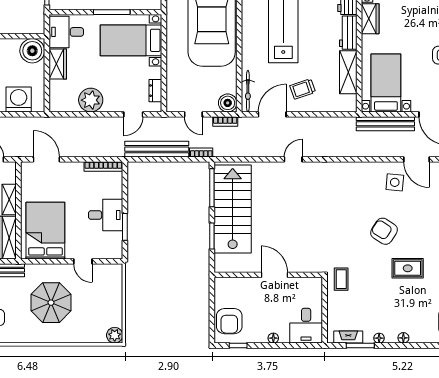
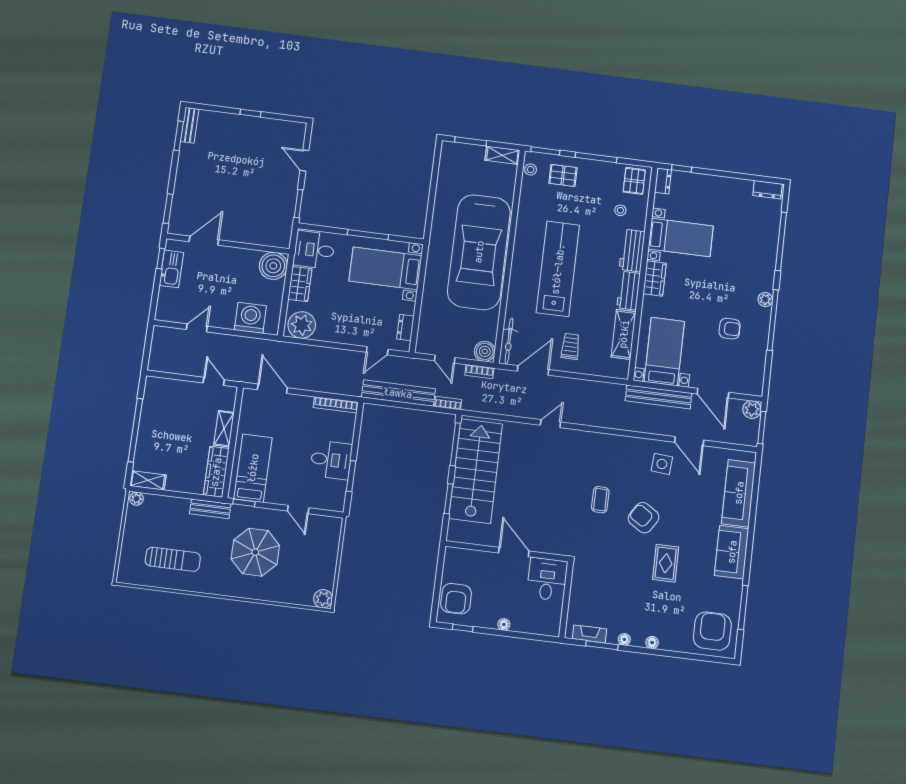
trolley: (303, 89) -> (570, 346), turned 109
plant: (91, 100) -> (302, 325), moved
bed: (45, 231) -> (253, 468), width x0.67
window: (35, 261) -> (244, 503), added
rug: (408, 268) -> (666, 563), turned 90
coffee table: (341, 279) -> (600, 500), moved
desk: (306, 326) -> (547, 579), moved, turned 180

